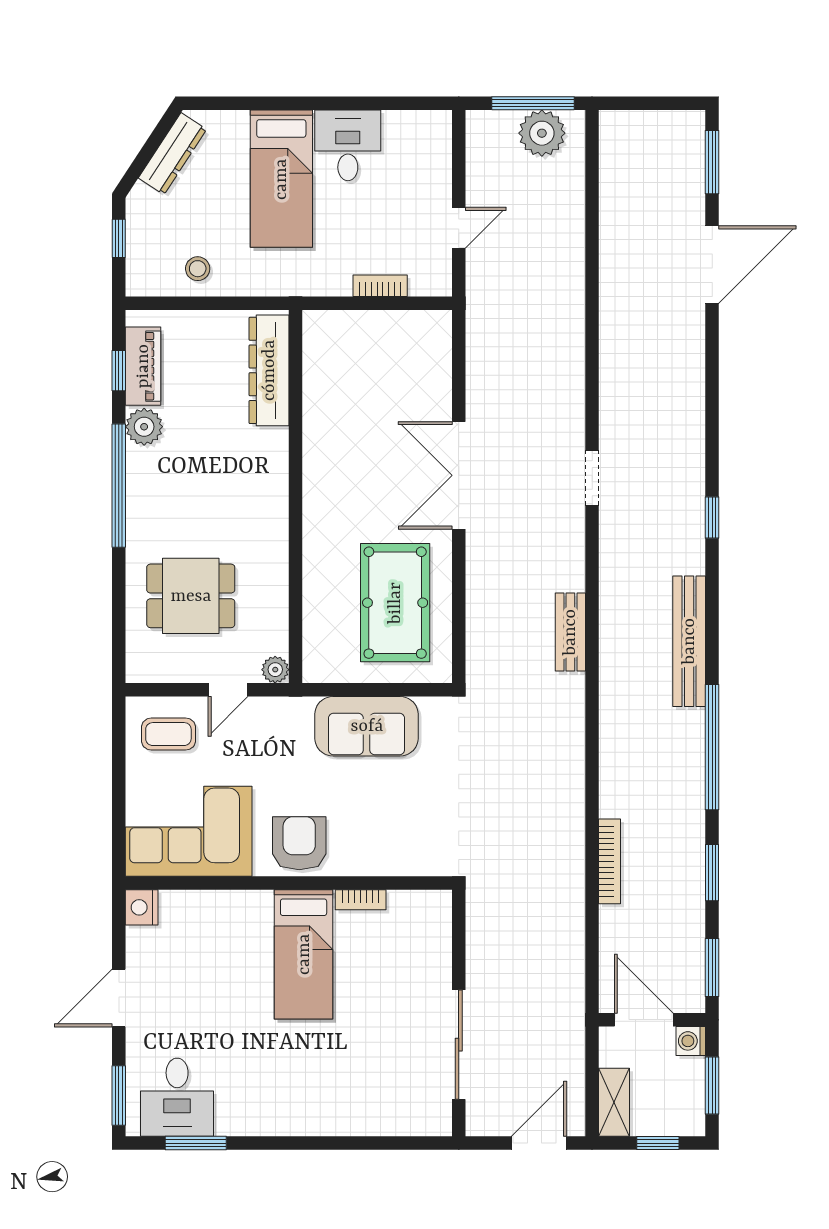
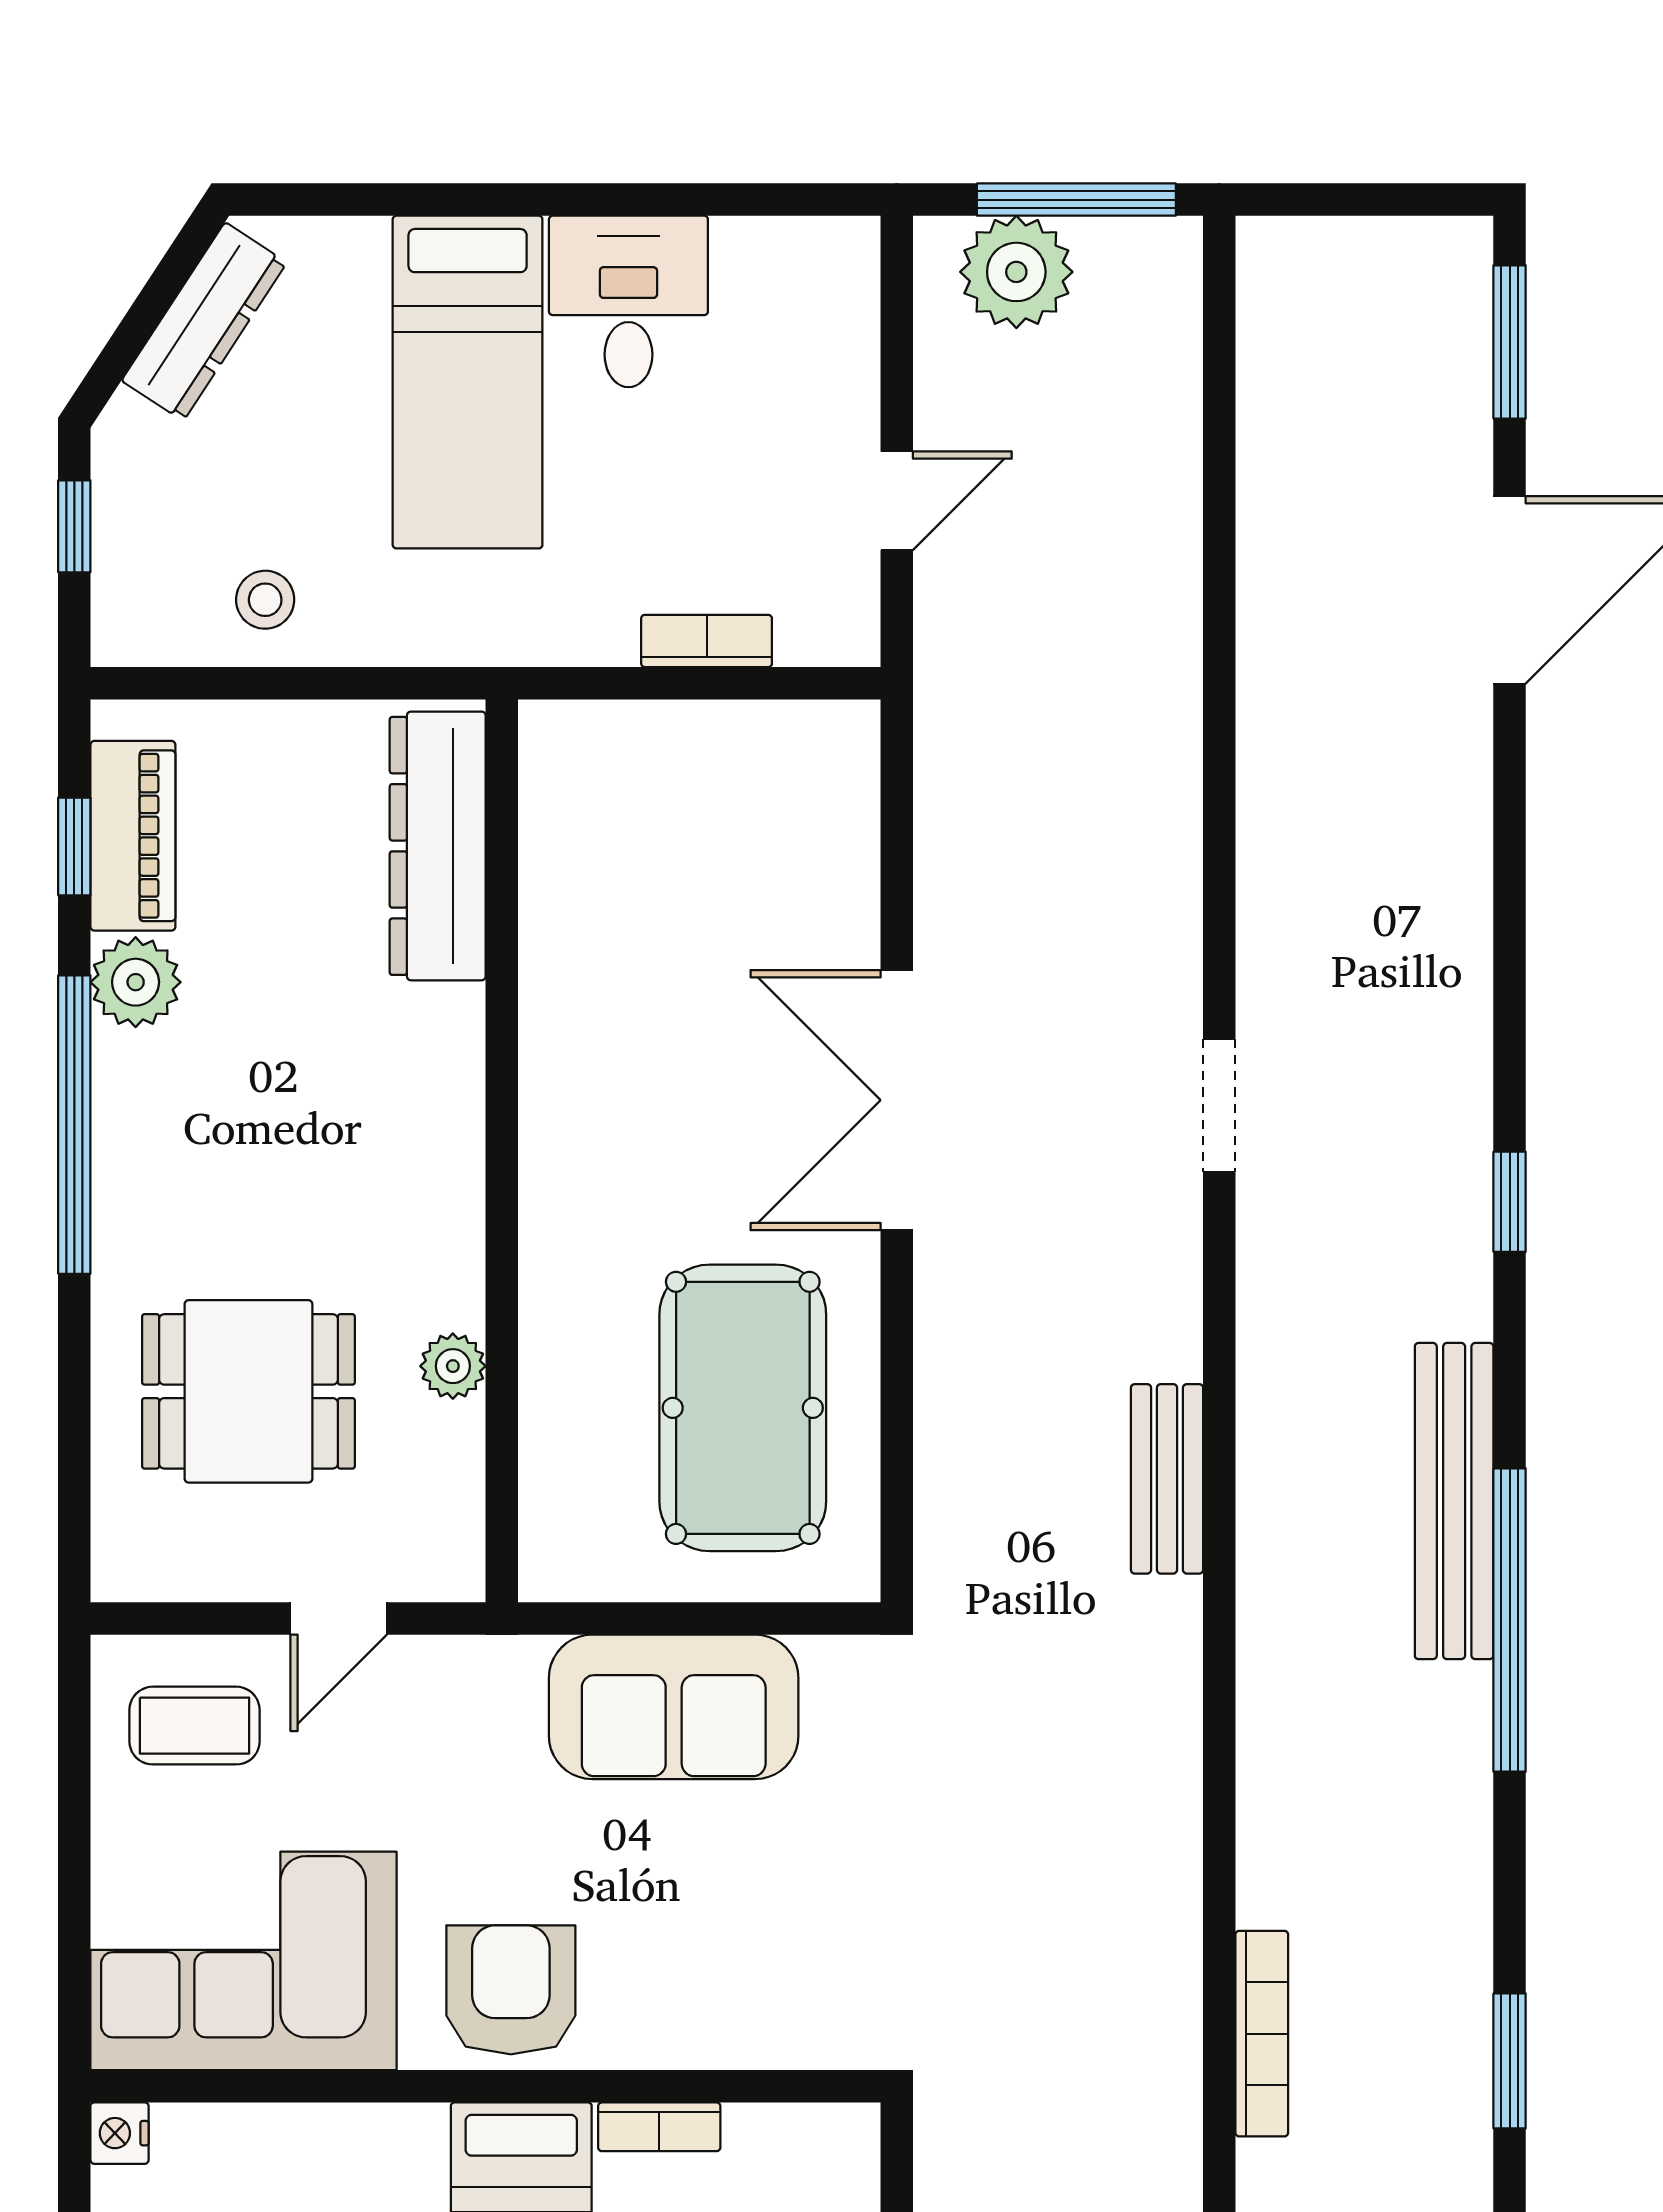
plant: (542, 133) -> (1016, 272), moved
plant: (275, 670) -> (453, 1366), moved
window: (712, 747) -> (1510, 1620), moved
nightstand: (142, 907) -> (120, 2133), width x0.72, depth x0.74

